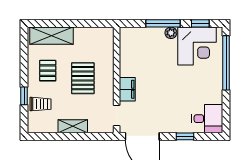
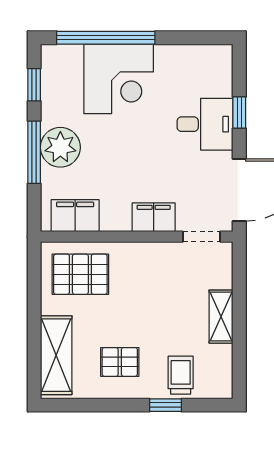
plant: (171, 33) -> (60, 147), width x1.87, depth x1.87
filing cabinet: (128, 46) -> (75, 216), added
corner desk: (197, 46) -> (119, 79), moved, turned 90
pallet: (83, 78) -> (80, 274), moved
desk: (207, 119) -> (205, 124), moved, turned 90

